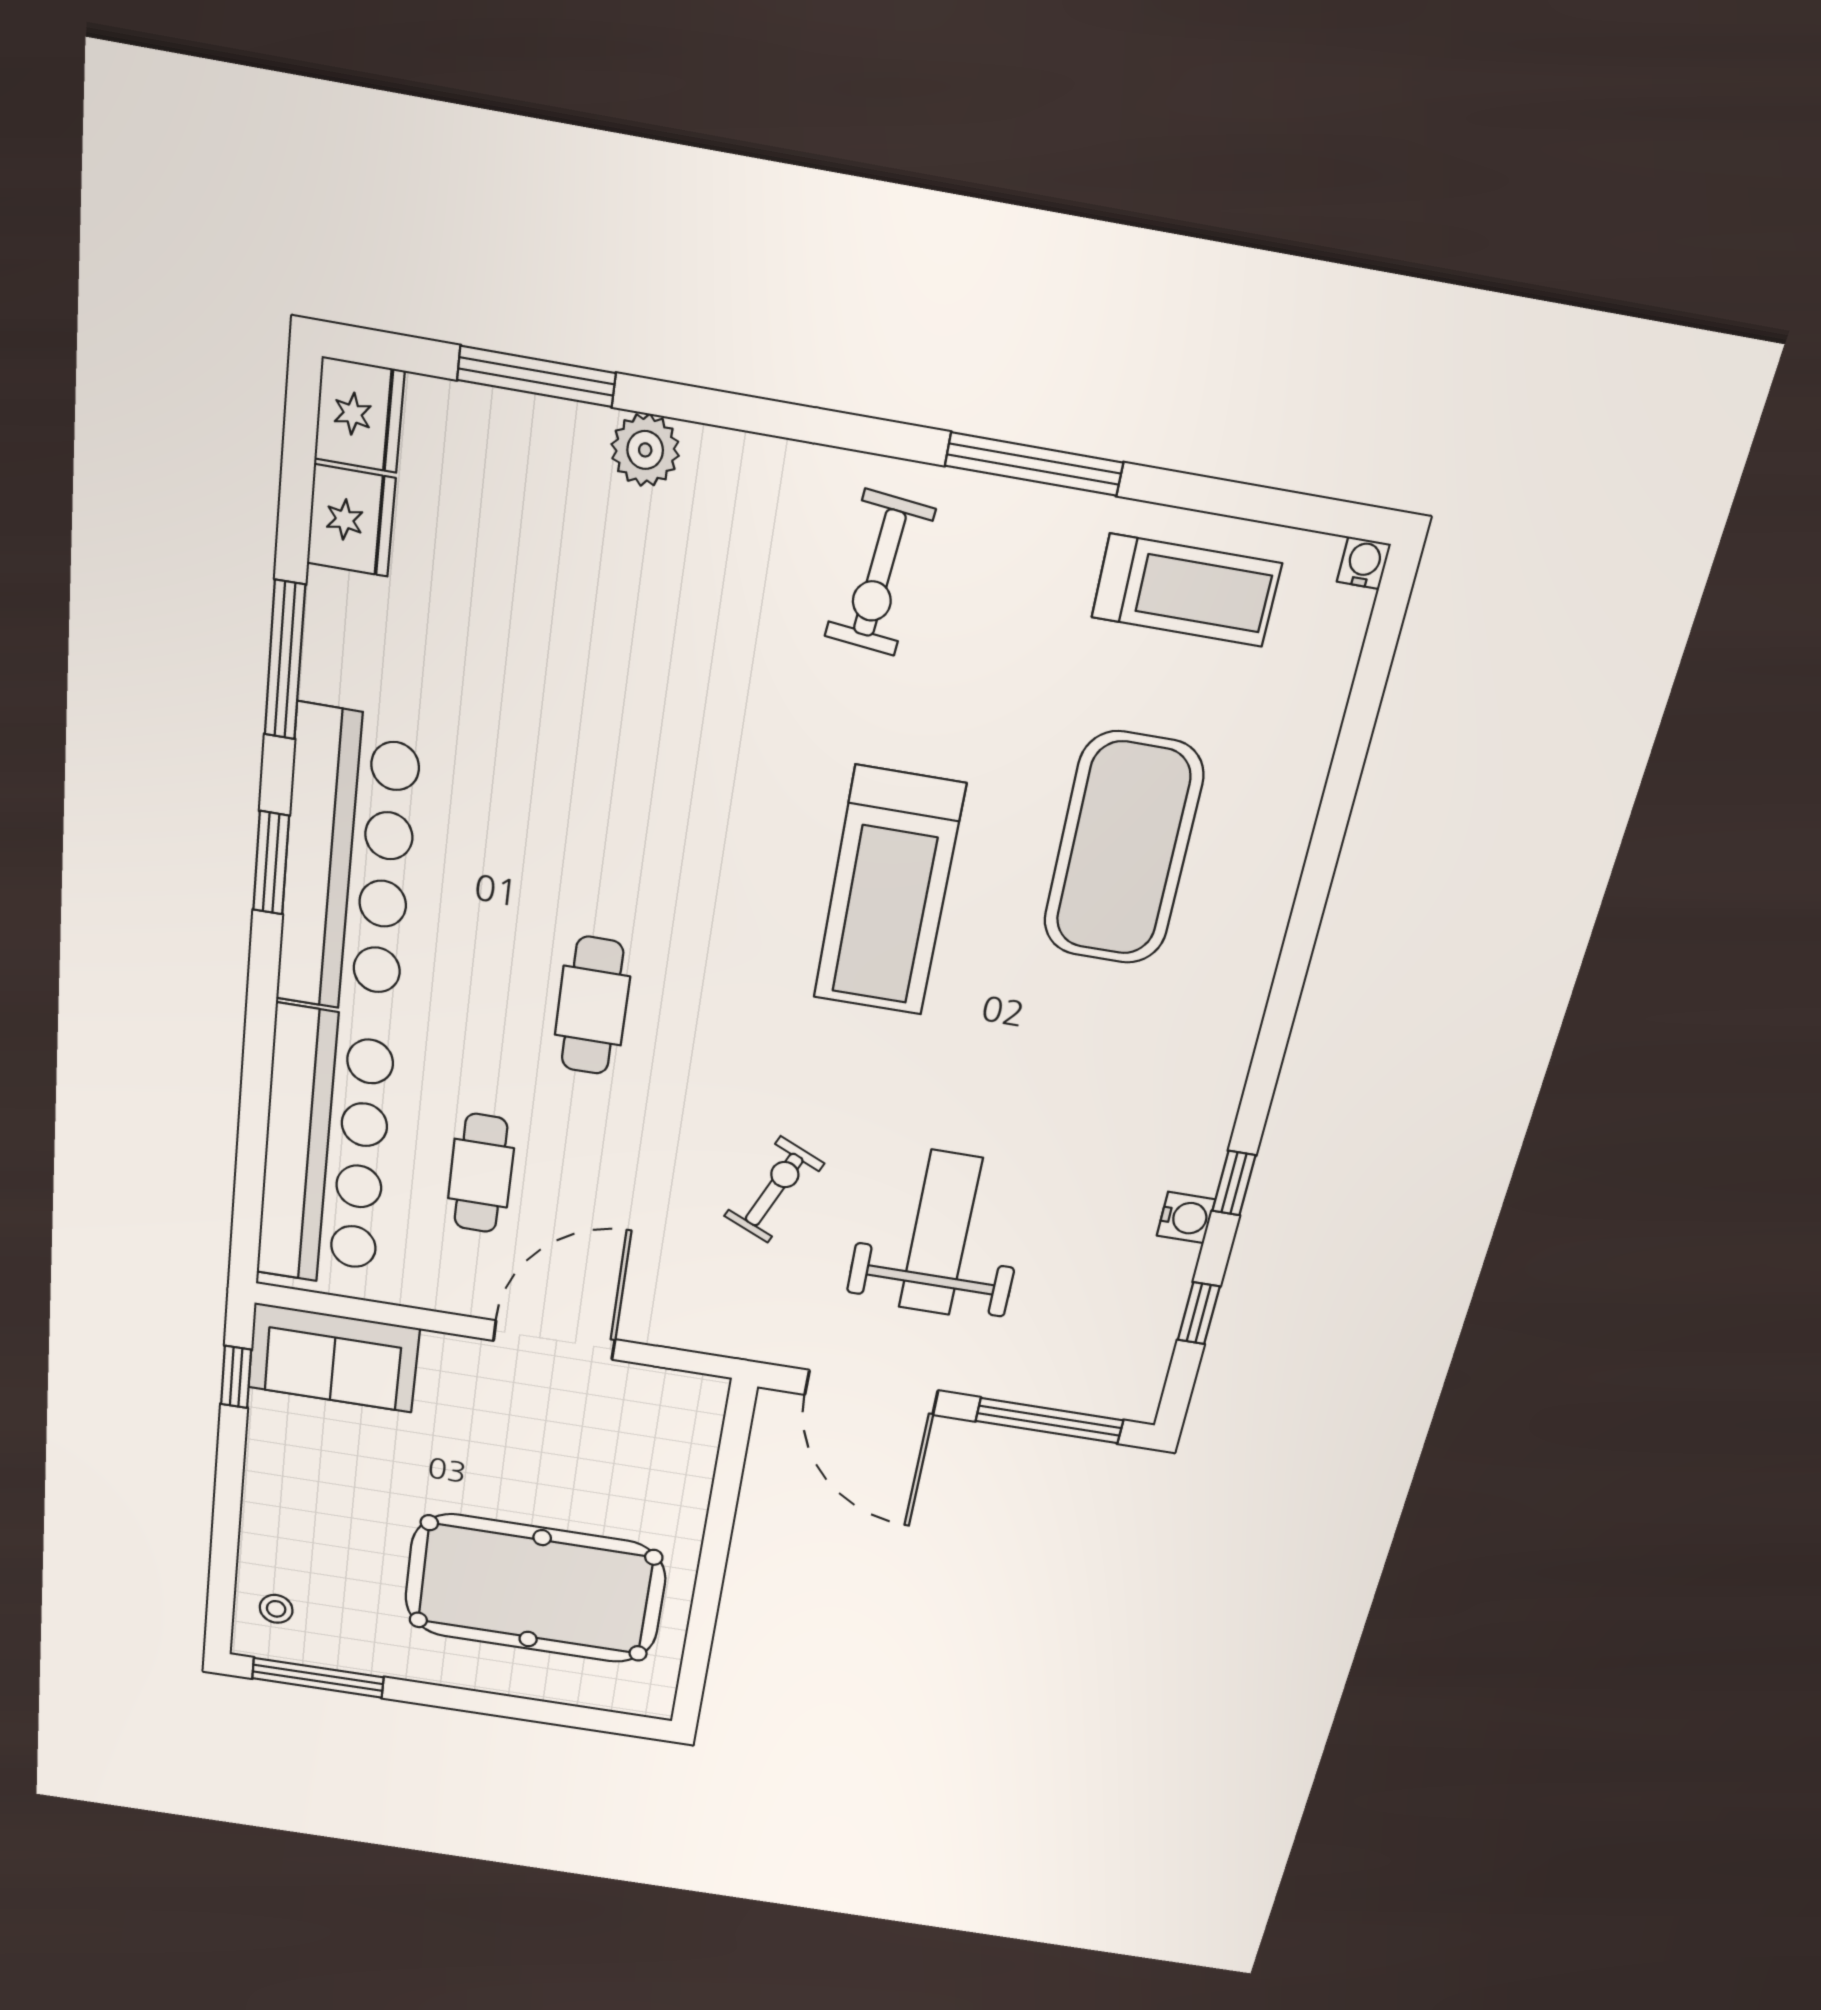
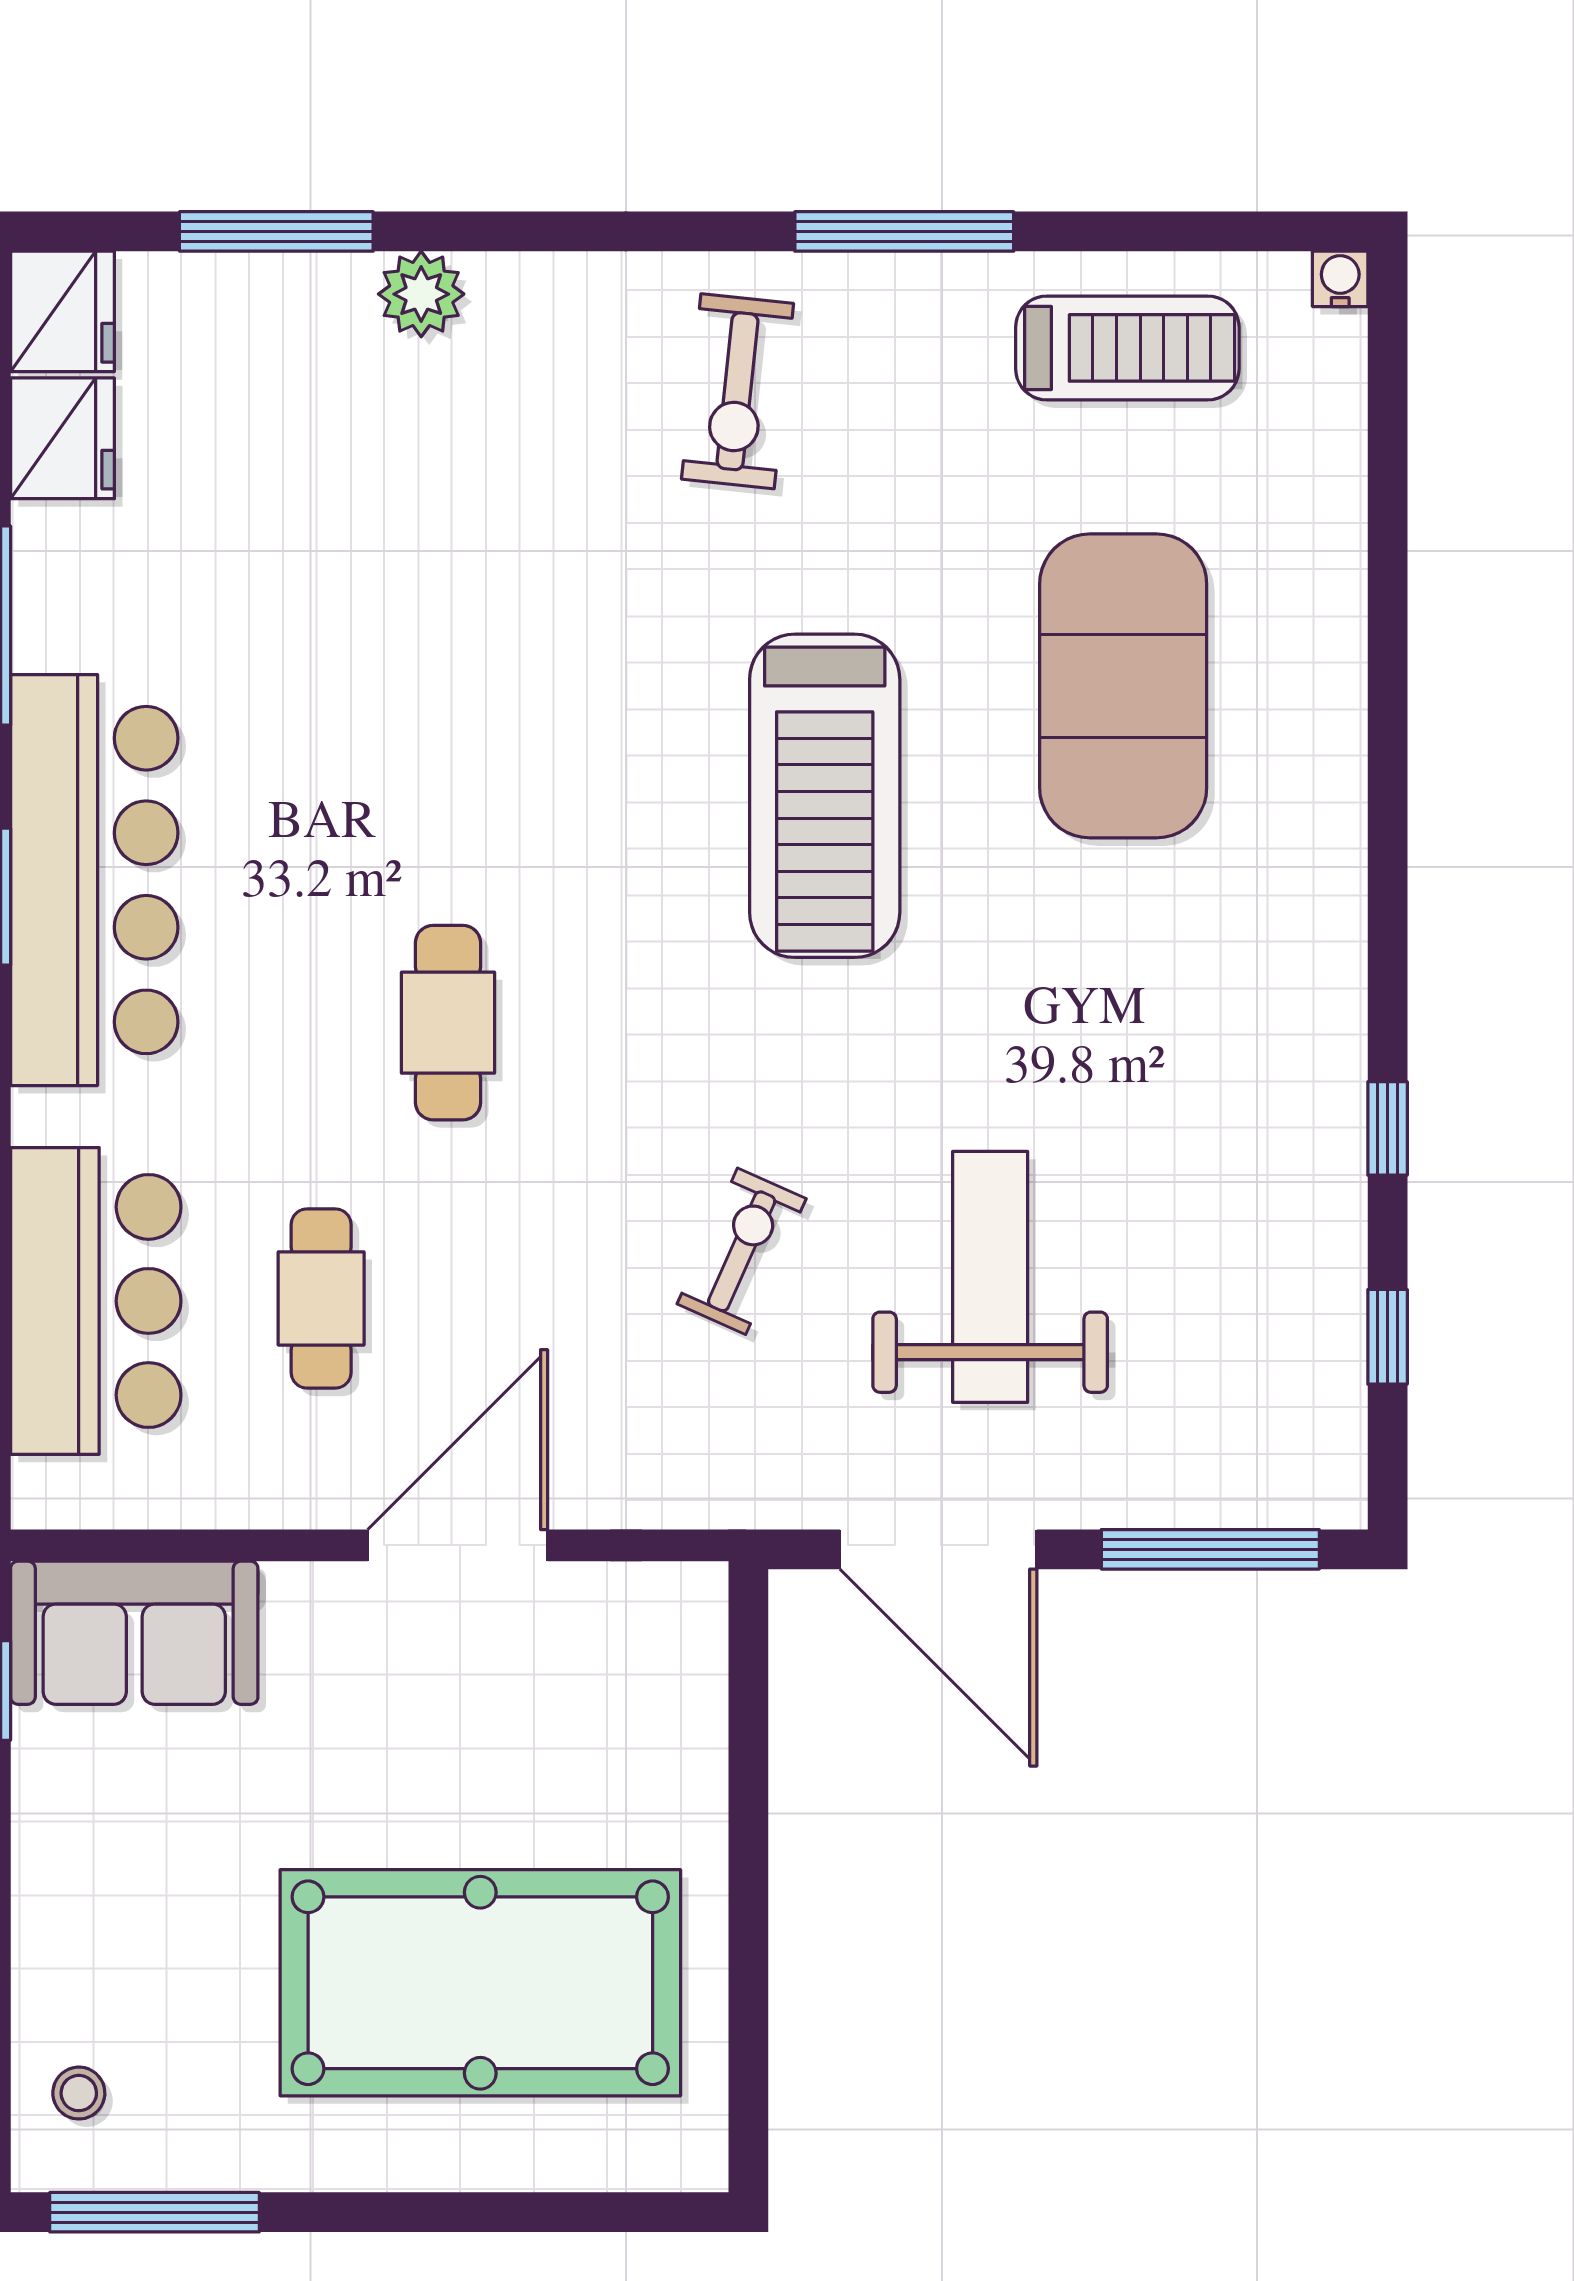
bar counter: (325, 1150) -> (96, 1301), width x0.73
water cooler: (1186, 1218) -> (1333, 1192), removed

